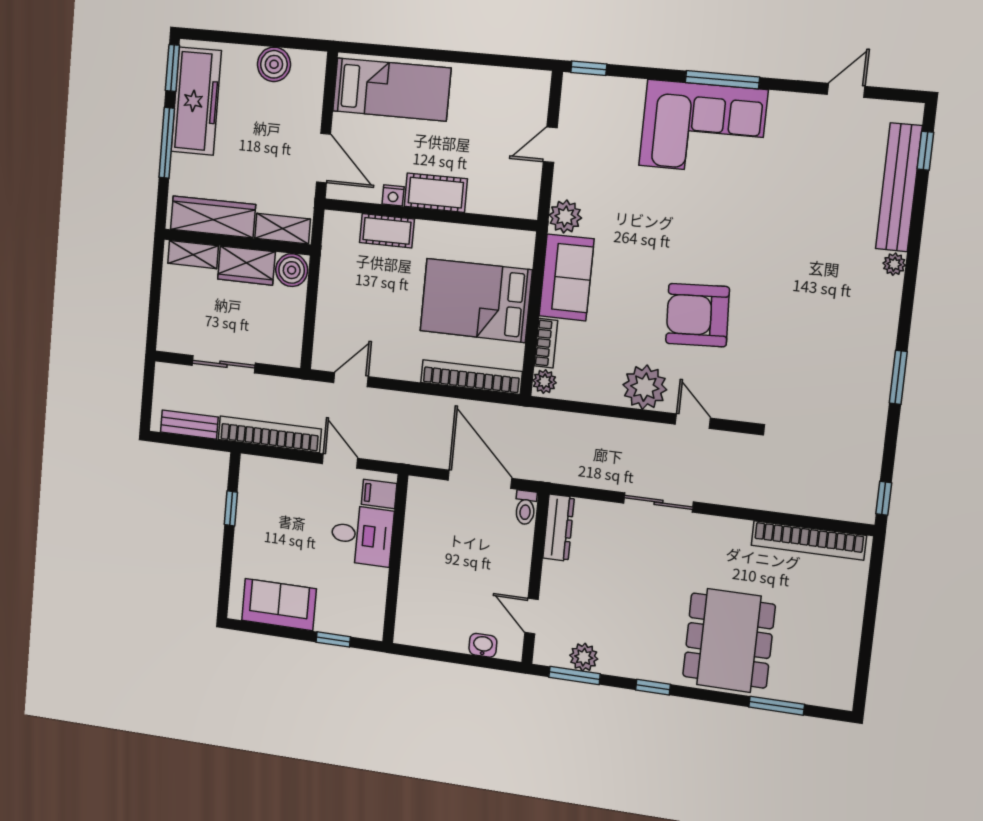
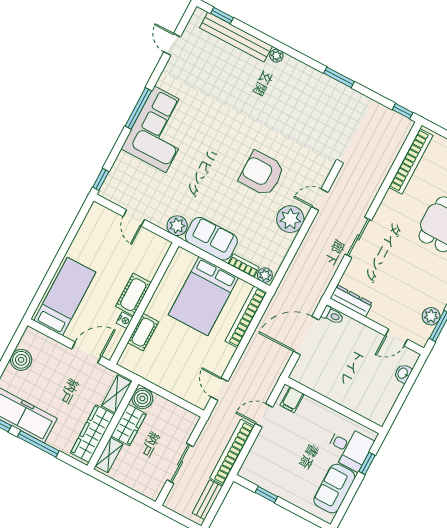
armchair: (697, 315) -> (262, 173), turned 93
desk: (362, 535) -> (349, 448), moved, turned 90

